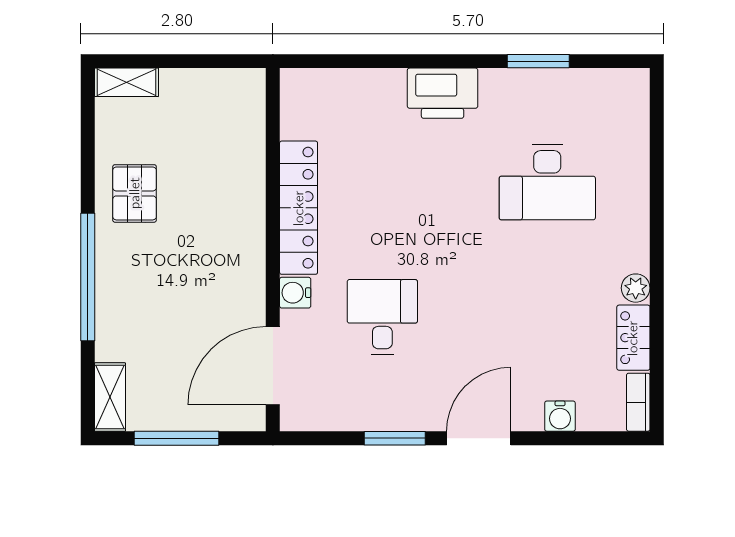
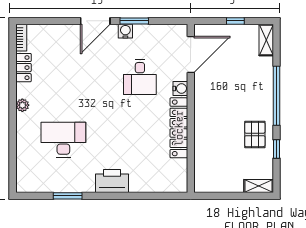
window: (88, 162) -> (277, 149), added
plant: (636, 288) -> (22, 105), moved
water cooler: (560, 416) -> (125, 31), moved
window: (177, 438) -> (235, 21), width x0.46

